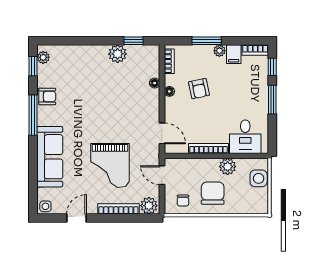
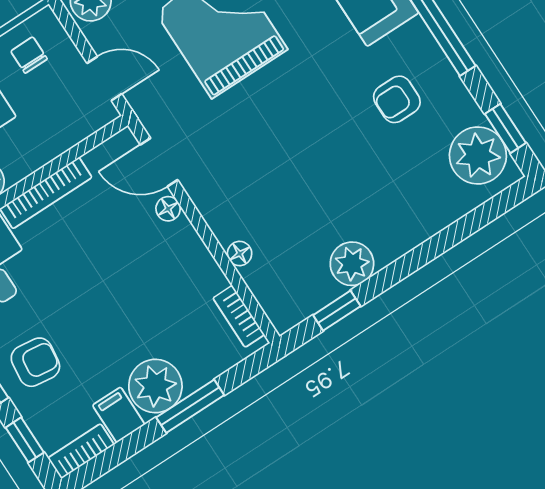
plant: (219, 51) -> (155, 386), width x1.87, depth x1.87
plant: (43, 57) -> (478, 155), width x1.88, depth x1.88
armchair: (199, 89) -> (35, 362), moved, turned 109
floor lamp: (169, 91) -> (168, 209), moved
armchair: (47, 96) -> (397, 99), moved

